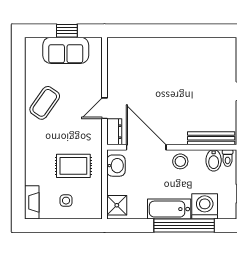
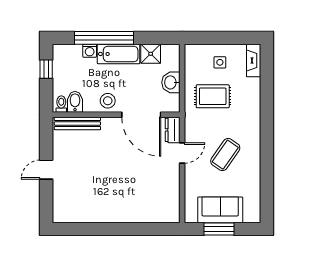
window: (67, 31) -> (219, 229), width x1.50
coffee table: (45, 103) -> (225, 155), moved
washbasin: (116, 166) -> (171, 82), moved
shower: (117, 205) -> (151, 54), moved
washing machine: (205, 206) -> (90, 51), width x0.53, depth x0.53

